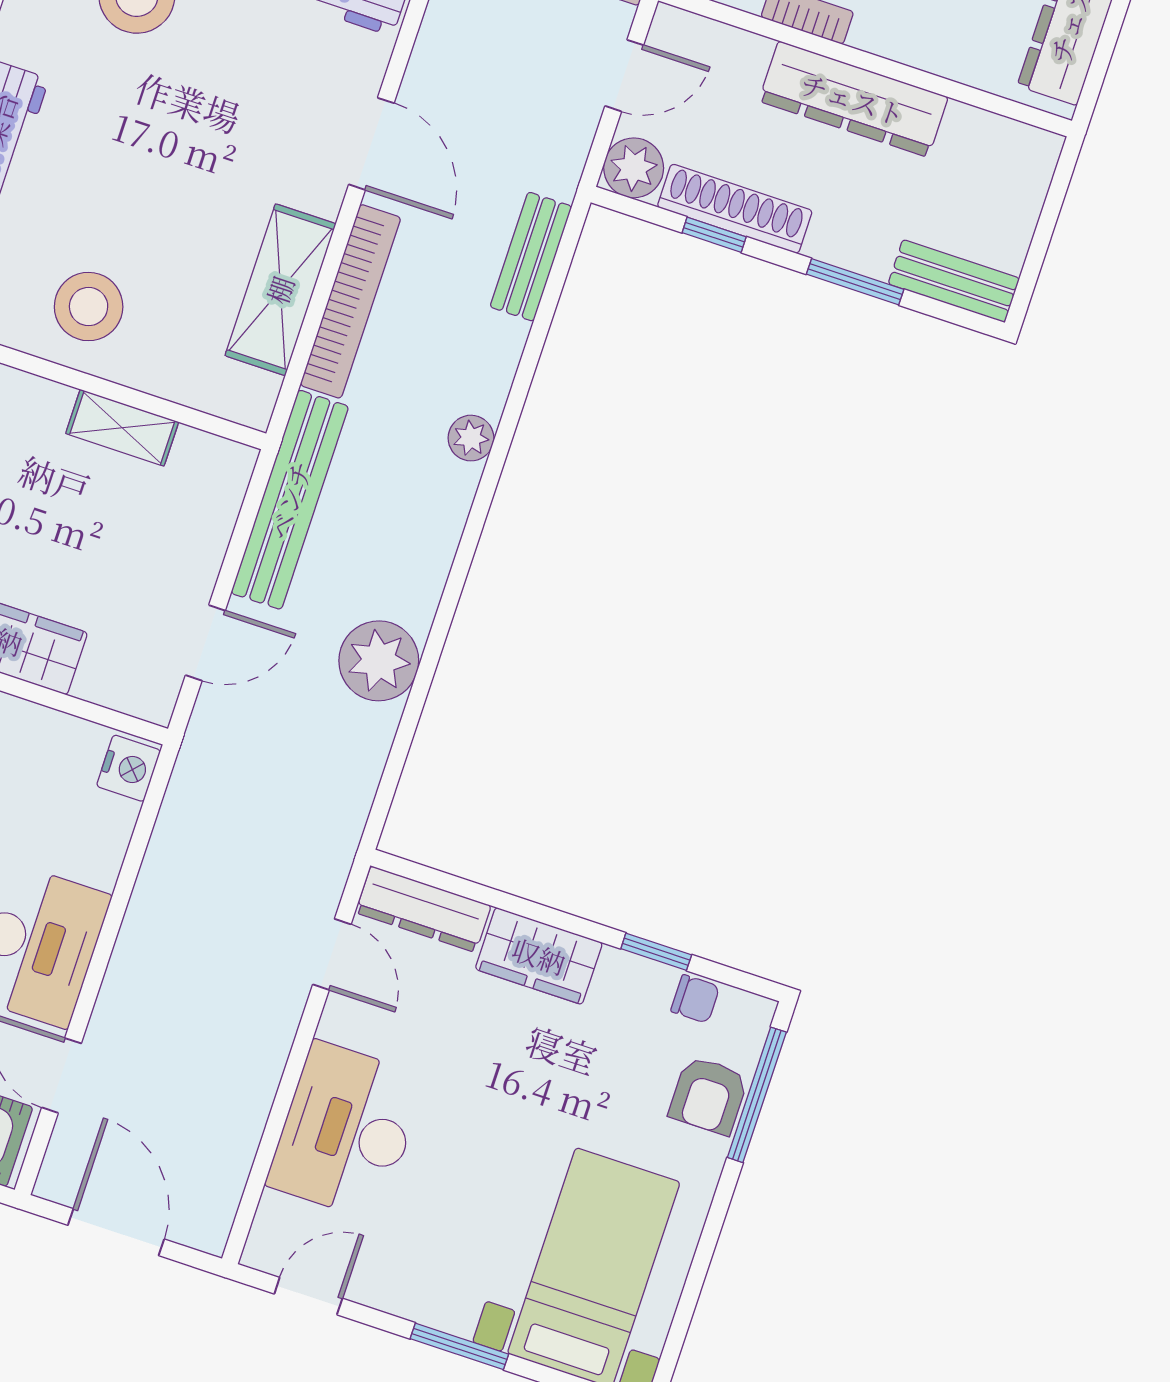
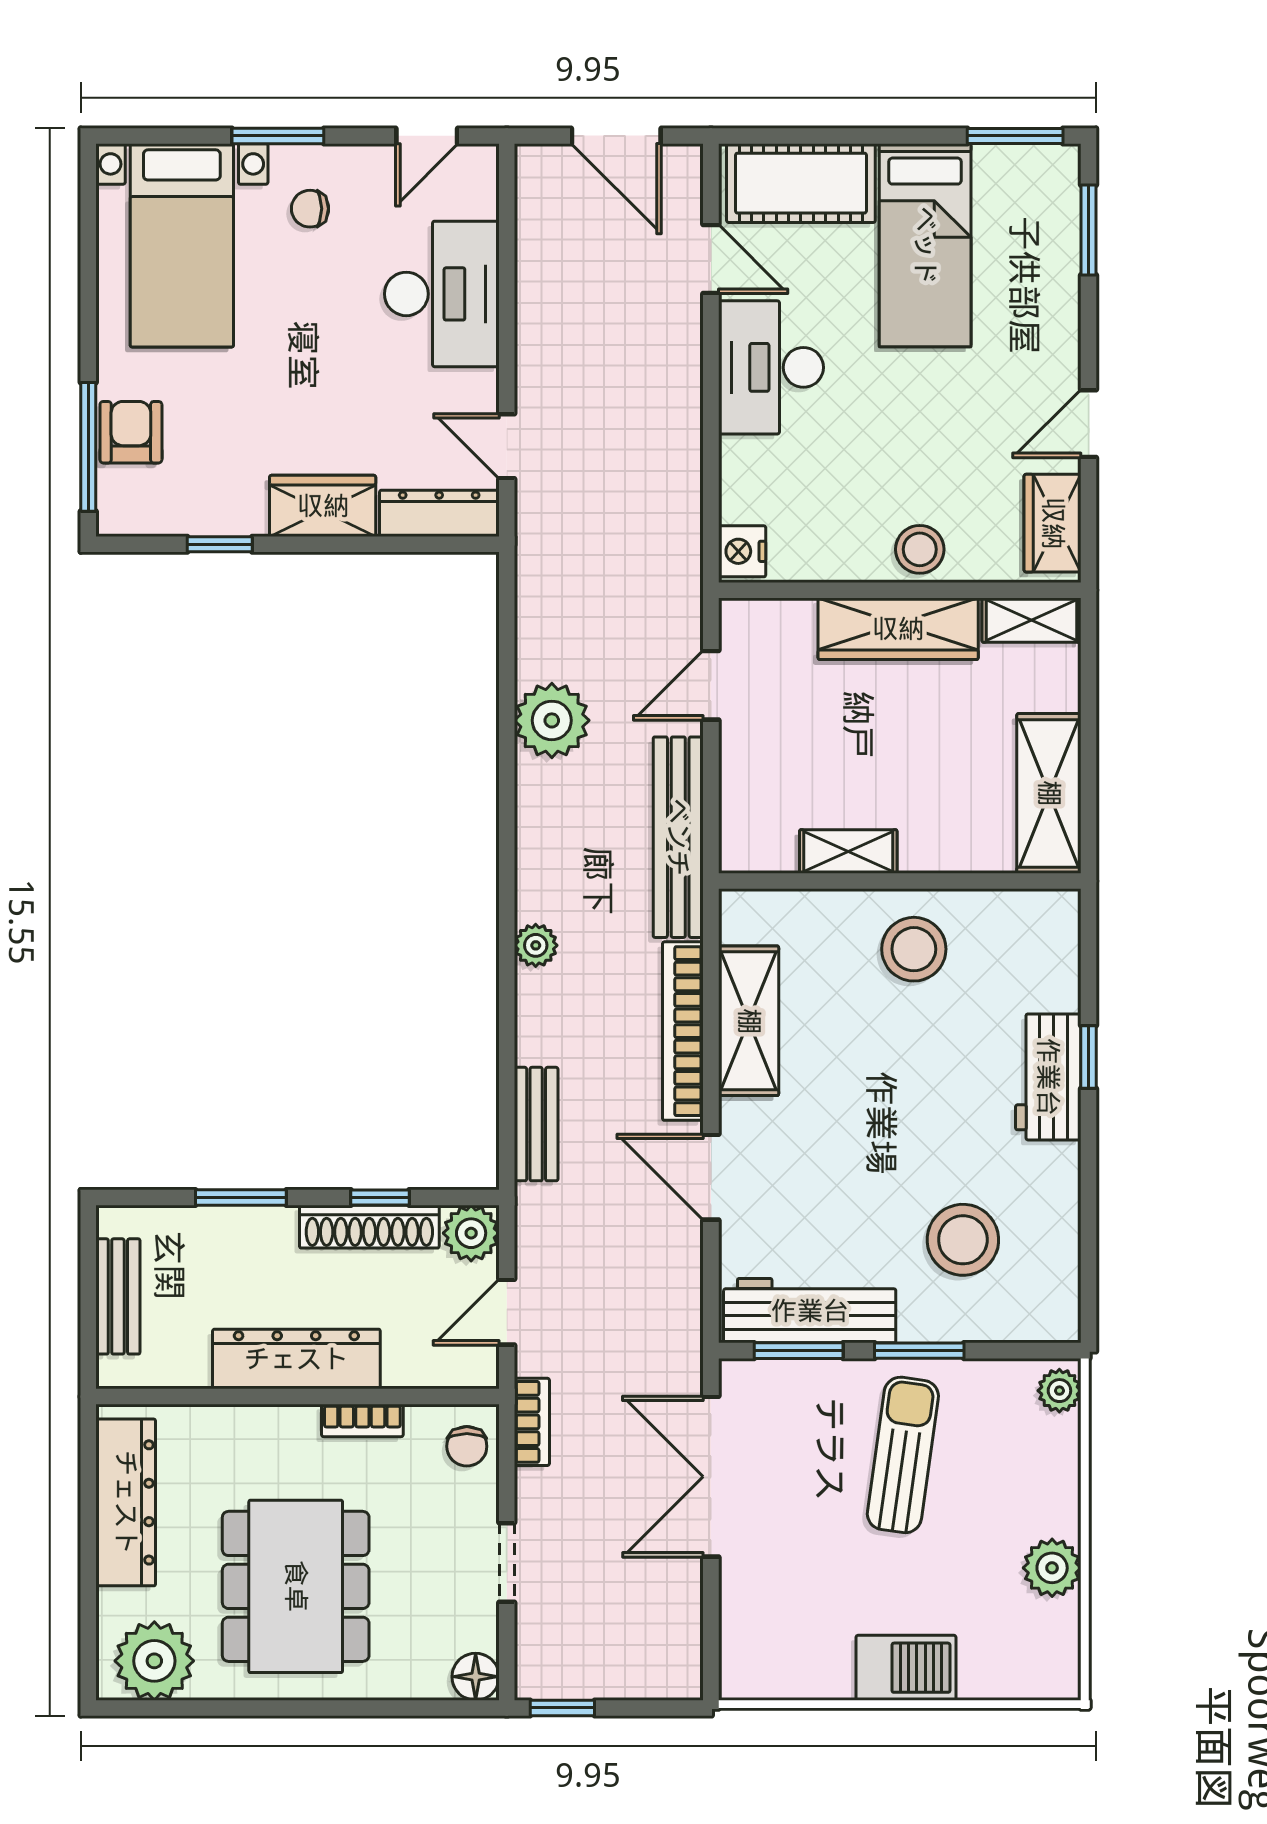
bench: (954, 281) -> (118, 1296), moved, turned 90
chair: (695, 999) -> (310, 209), moved

